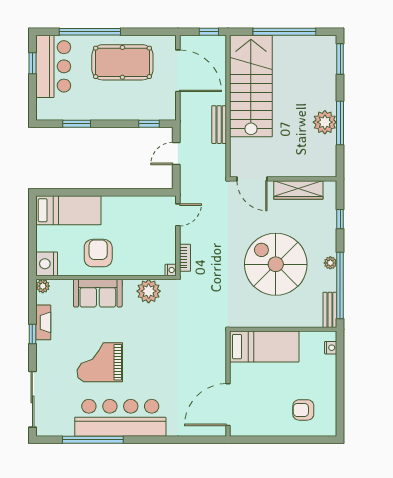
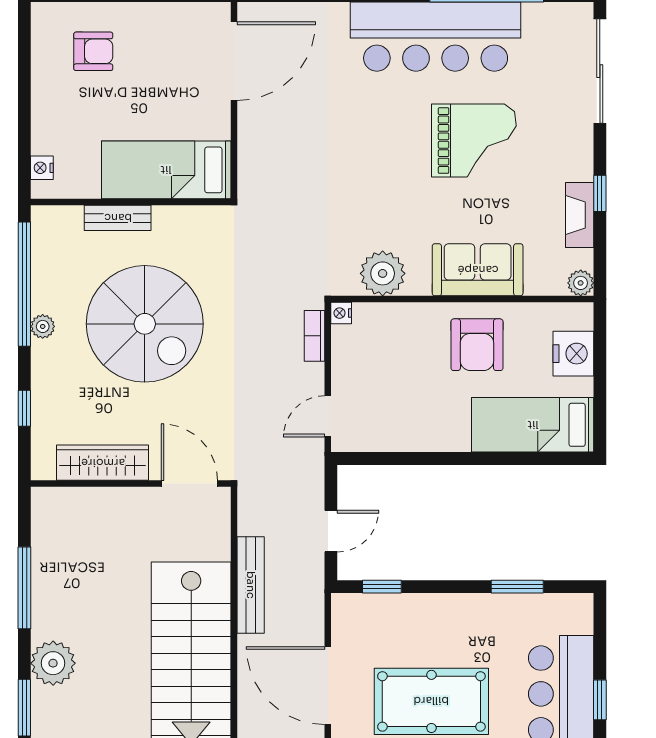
plant: (325, 122) -> (53, 663), moved
bench: (219, 125) -> (251, 585), width x1.36
nightstand: (47, 264) -> (573, 354), moved
bench: (330, 310) -> (118, 218), moved, turned 90

